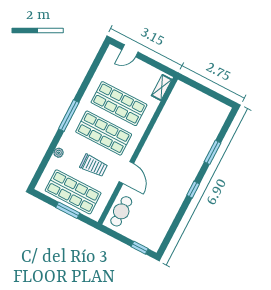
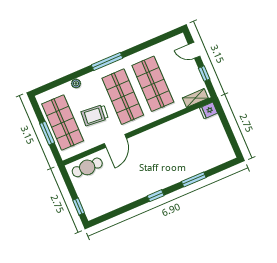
window: (153, 63) -> (204, 74), added
fridge: (180, 89) -> (209, 110), added
trolley: (94, 166) -> (95, 115), turned 97

